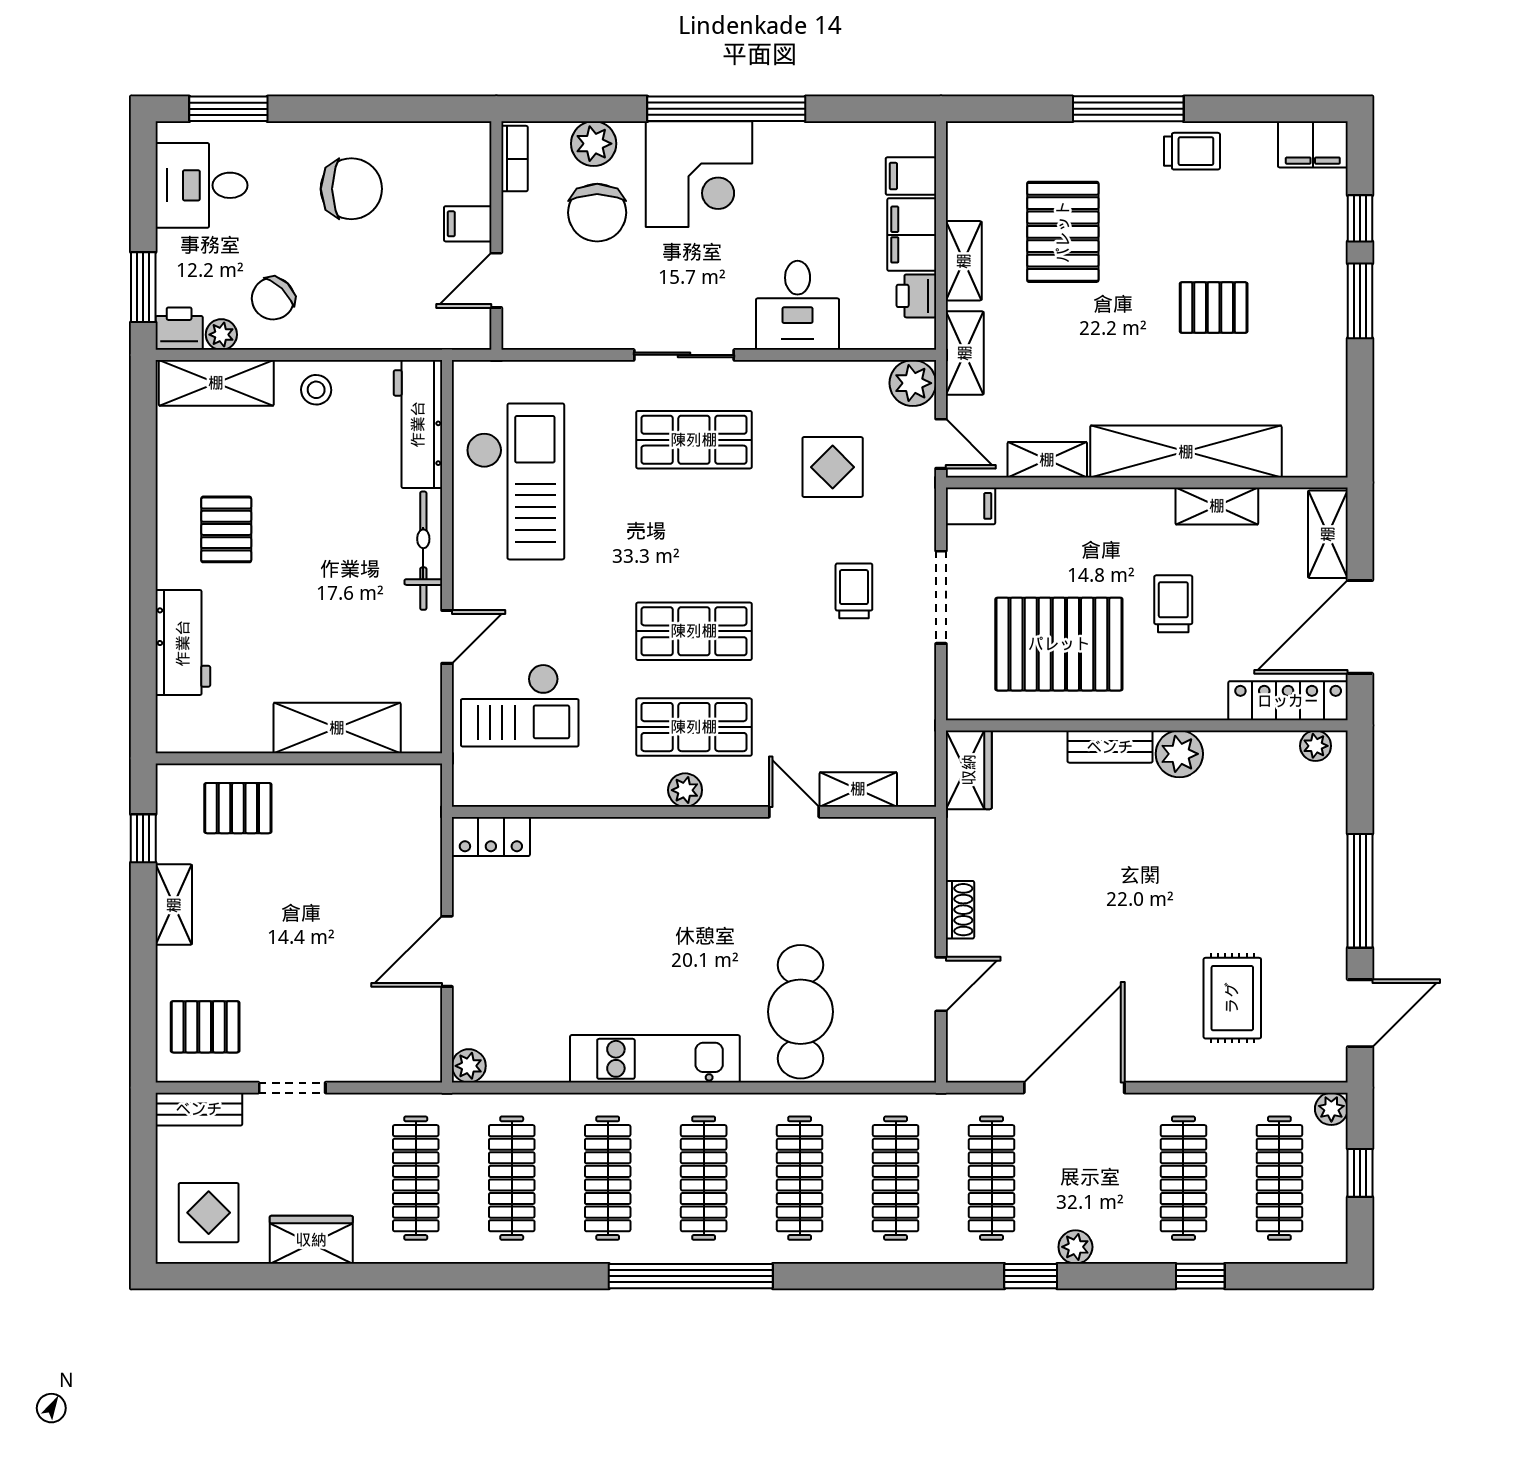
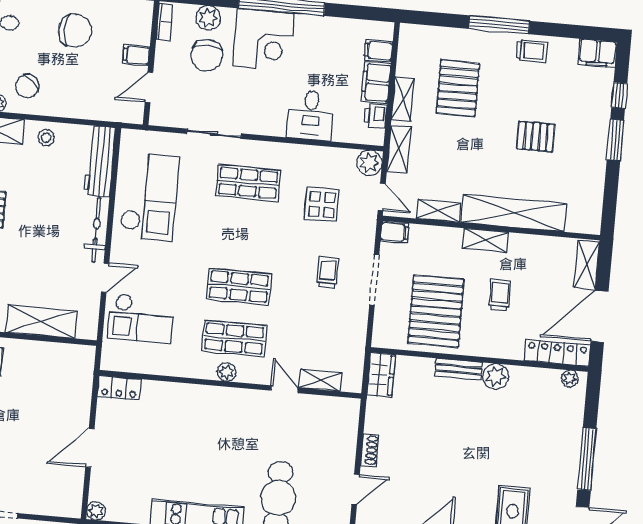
sliding door: (684, 355) -> (214, 134), moved
shelving: (1217, 506) -> (485, 240), moved
pallet: (1059, 644) -> (436, 311), turned 90

